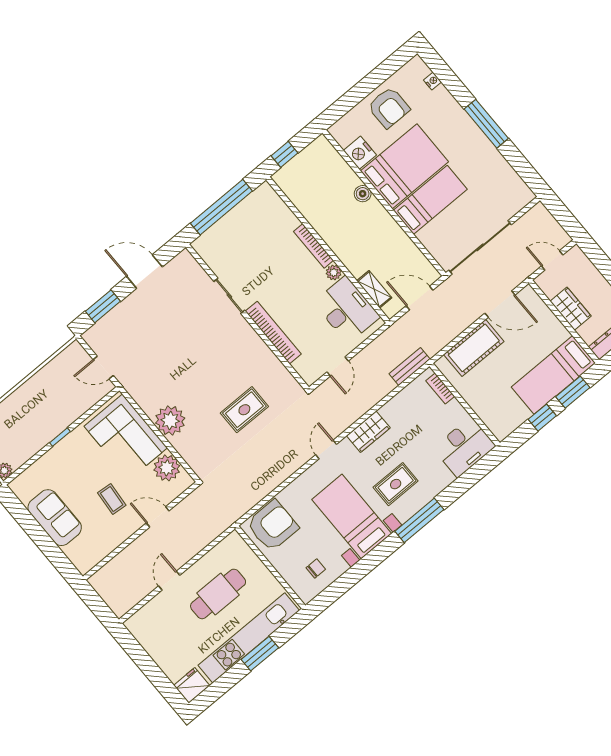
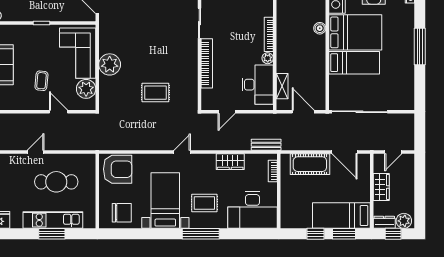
door: (552, 260) -> (393, 152), swing flipped
wardrobe: (368, 432) -> (230, 162), moved
desk: (464, 447) -> (252, 210), width x1.36, depth x1.30
chair: (316, 568) -> (122, 213), width x1.87, depth x1.87
kitchen unit: (249, 638) -> (53, 220), width x0.73

